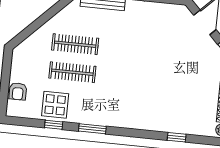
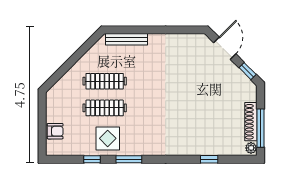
armchair: (18, 91) -> (55, 131), turned -90
display table: (55, 105) -> (108, 138), moved

